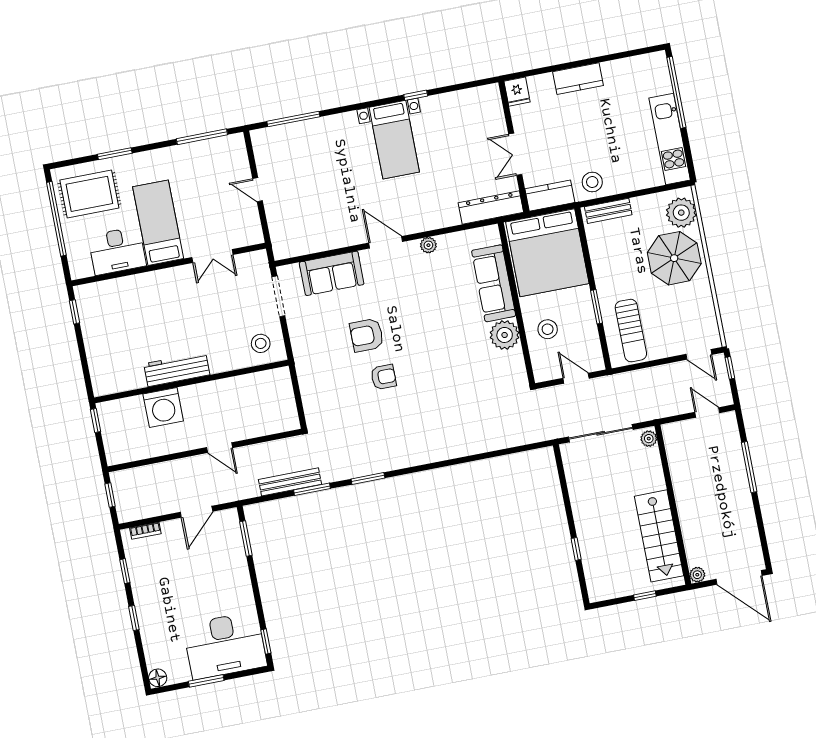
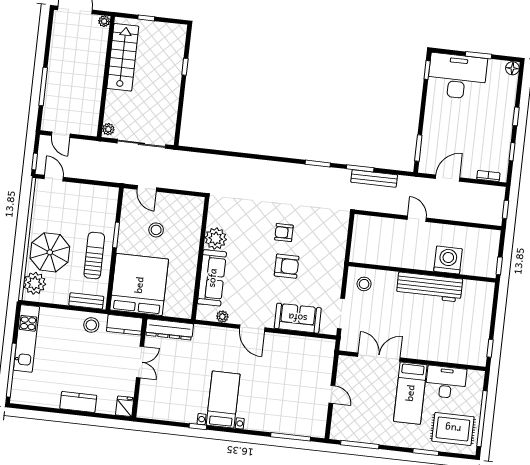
double door: (212, 256) -> (379, 357), width x1.37
sofa: (494, 283) -> (212, 278), moved
wall: (516, 303) -> (200, 258), moved
sun lounger: (631, 331) -> (94, 256), moved
plant: (505, 335) -> (216, 238), moved
workbench: (177, 369) -> (429, 287), width x1.36, depth x1.32

